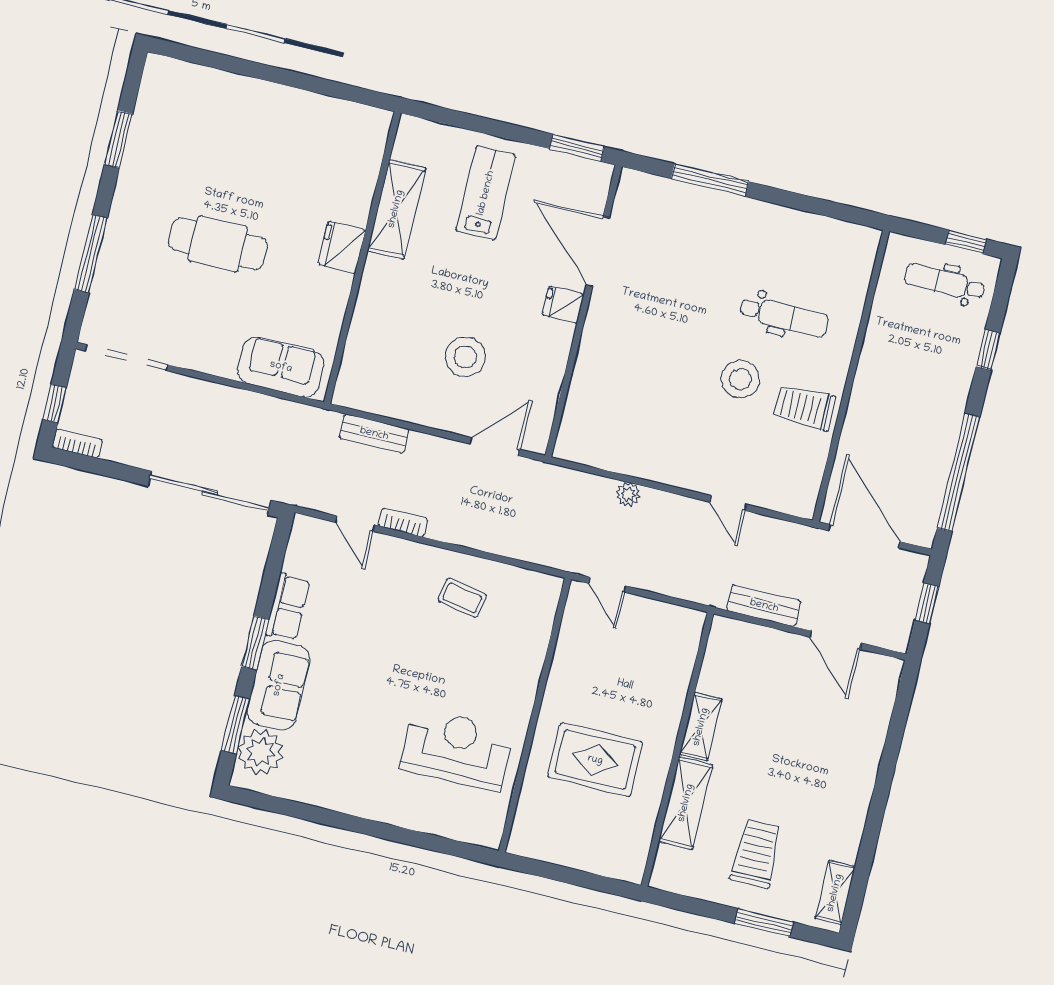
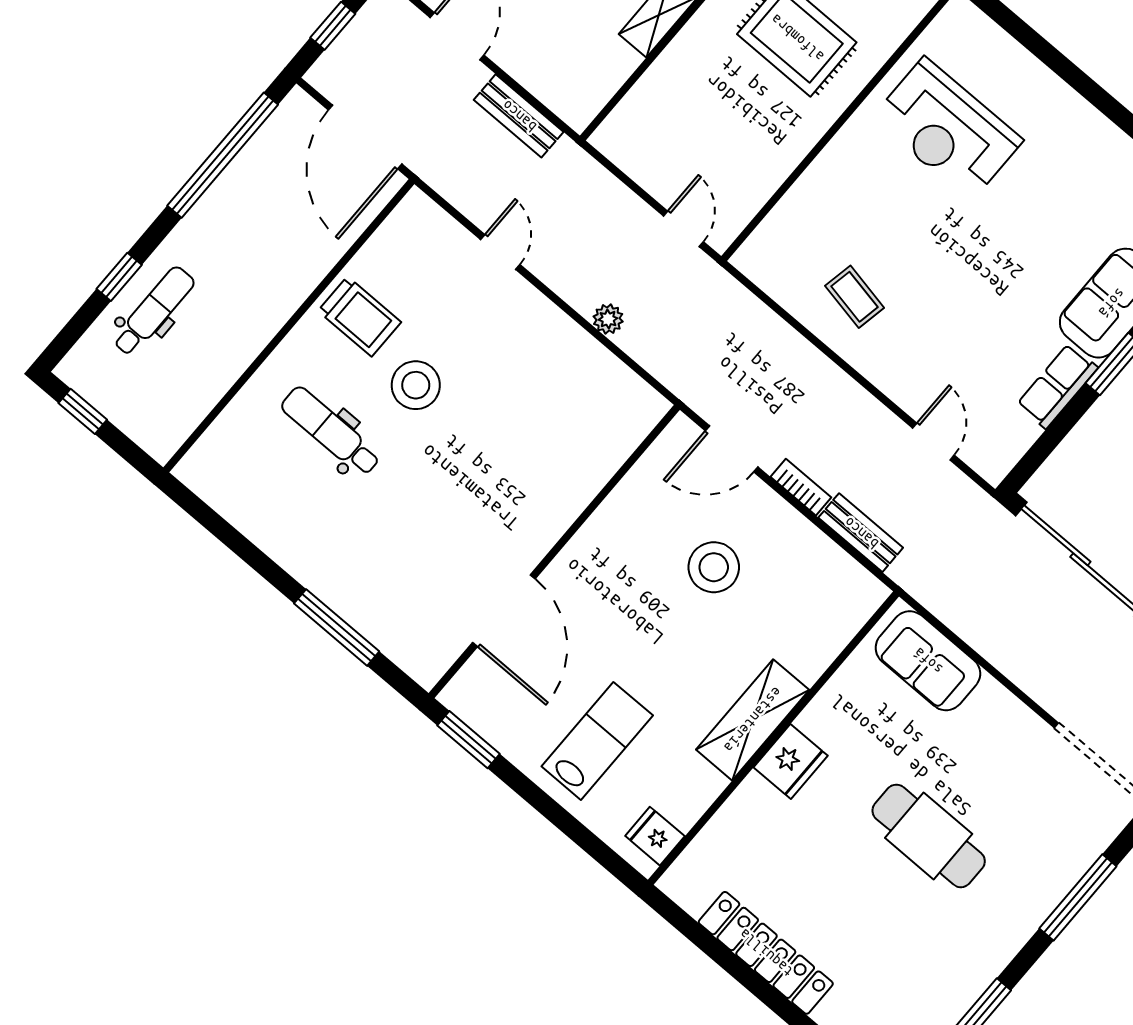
locker: (291, 103) -> (766, 953), added
lab bench: (486, 193) -> (597, 741), turned 180
shelving: (396, 209) -> (753, 720), moved
dental chair: (945, 282) -> (154, 311), moved, turned -90
fridge: (563, 305) -> (655, 836), moved, turned 180
bookcase: (403, 523) -> (801, 487), moved, turned 180

